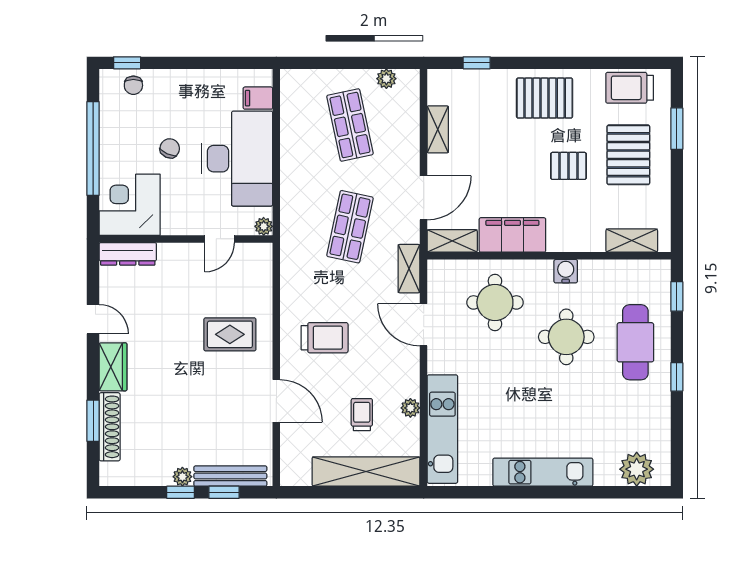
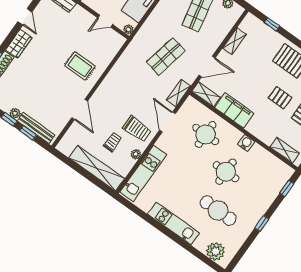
trolley: (325, 338) -> (137, 129), moved
cafe table: (635, 342) -> (218, 210), moved, turned 90

